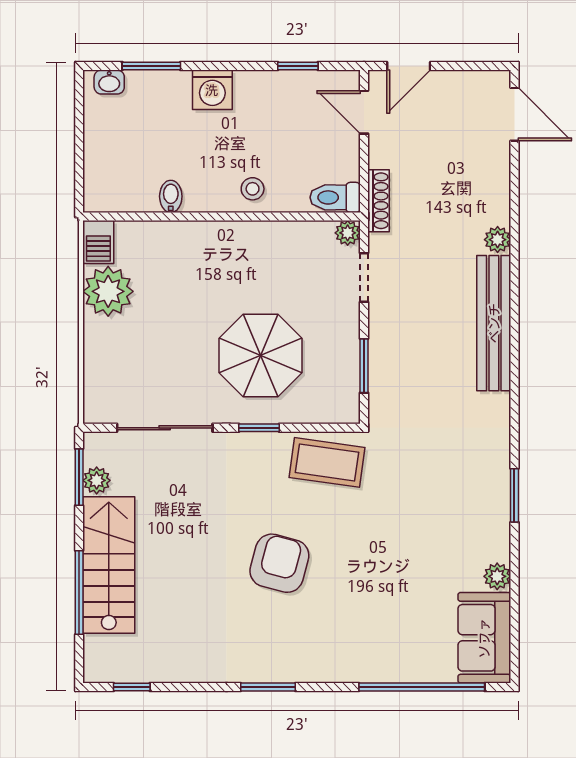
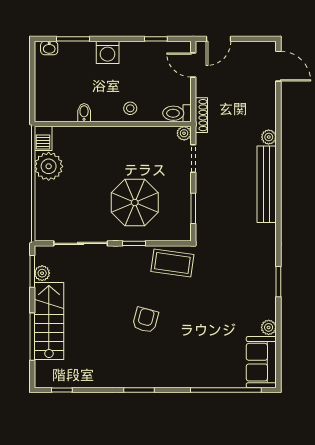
armchair: (279, 563) -> (145, 320), width x0.72, depth x0.72

